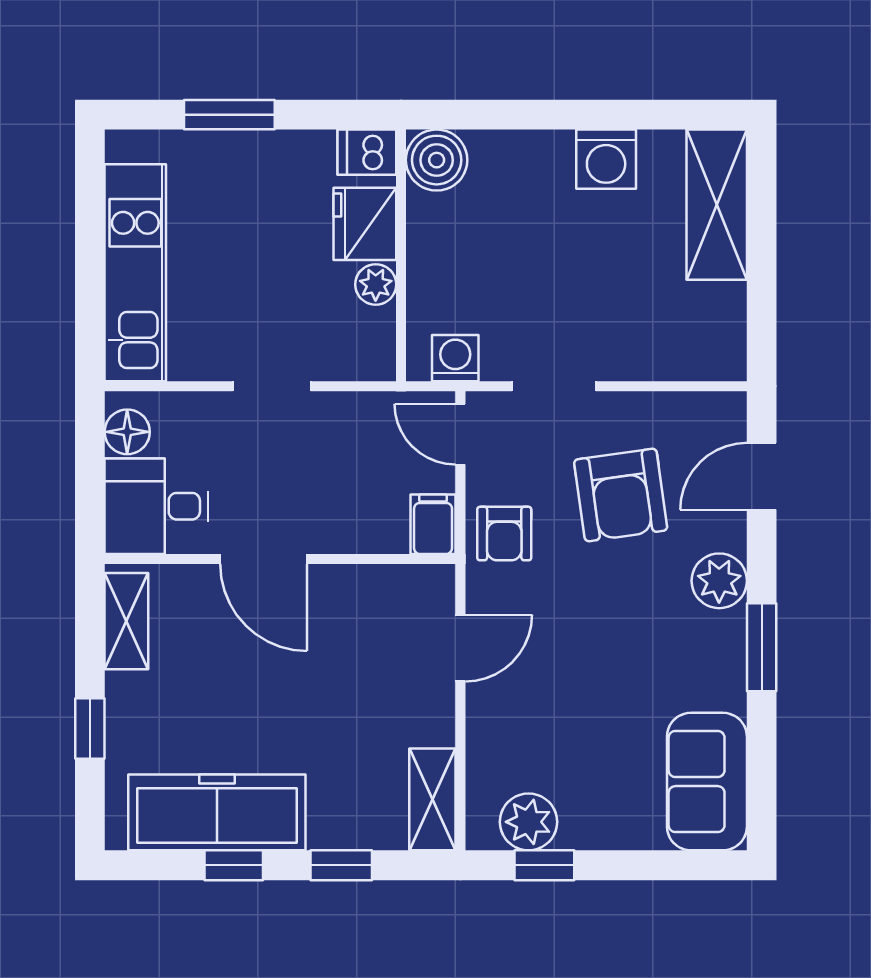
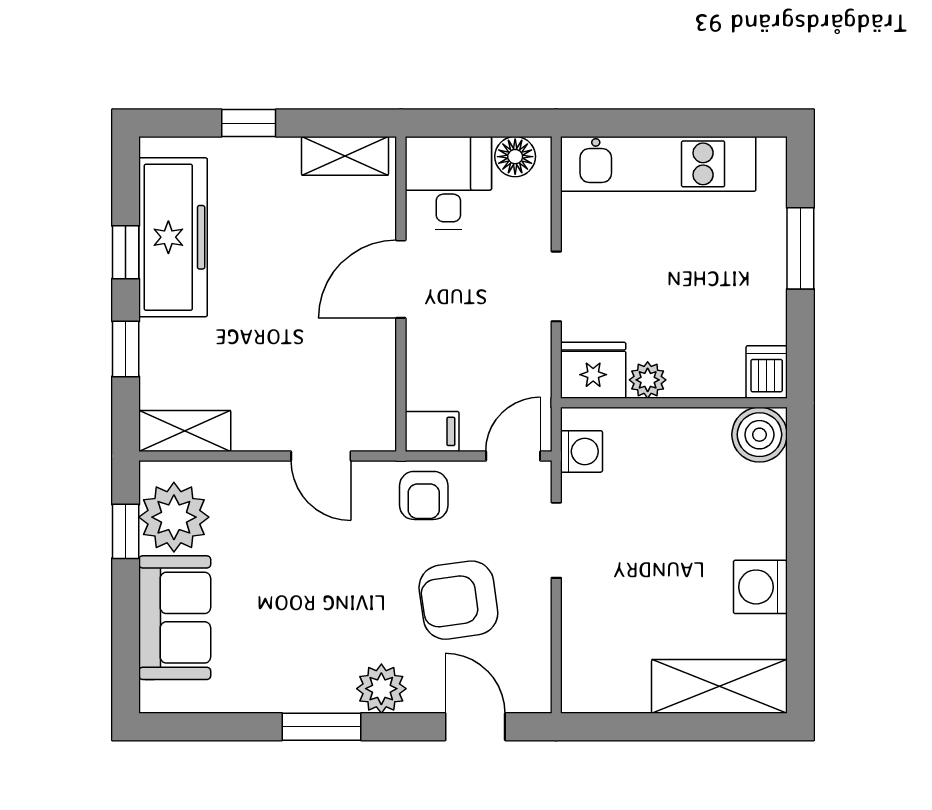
fridge: (365, 224) -> (593, 370), moved
armchair: (504, 534) -> (424, 495), turned -90
sofa: (707, 782) -> (175, 618), moved, turned 90
plant: (528, 822) -> (174, 517), width x1.36, depth x1.36

